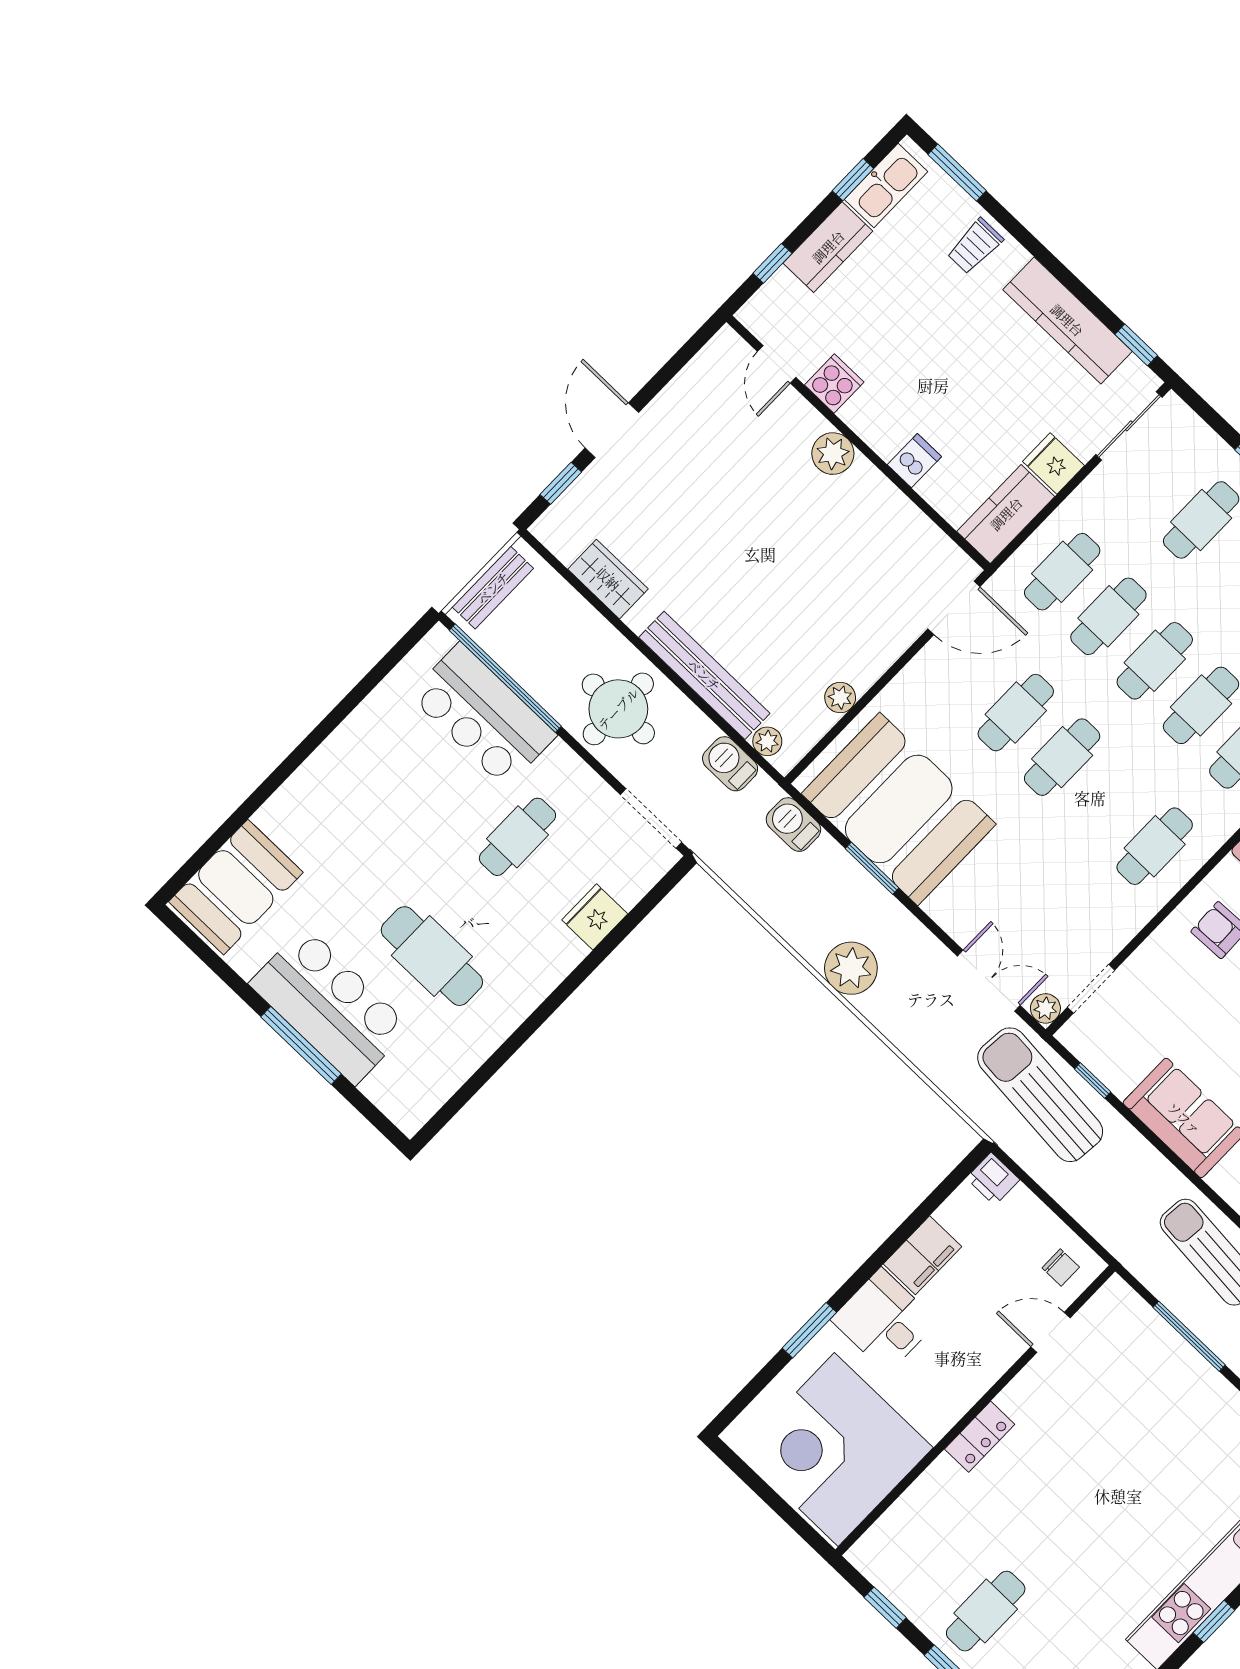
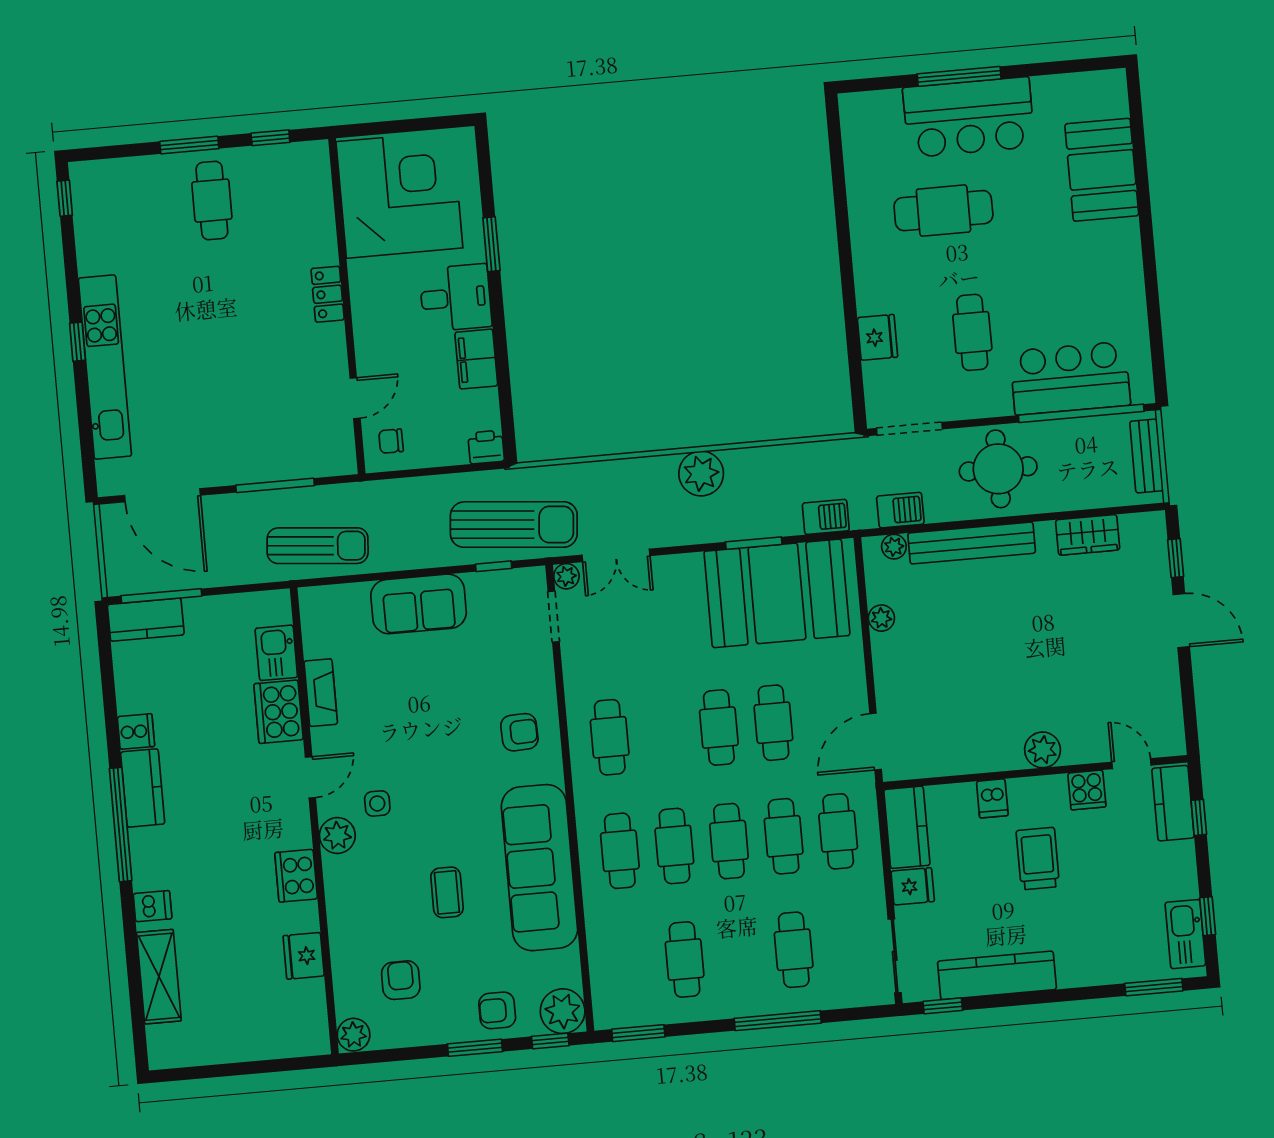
trolley: (975, 246) -> (1038, 859), moved, width x1.36, depth x1.39
kitchen counter: (828, 247) -> (1173, 803), moved
booth: (236, 887) -> (1102, 170), moved

